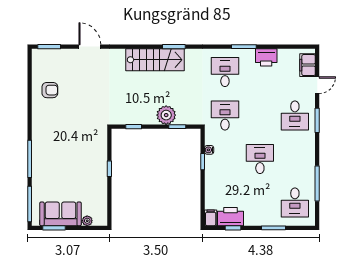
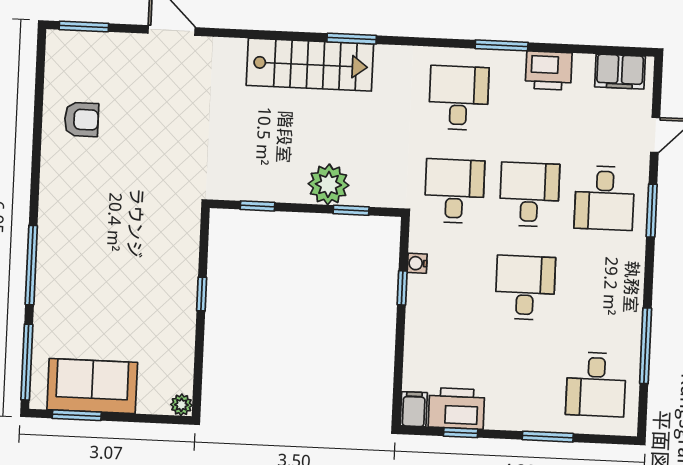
filing cabinet: (307, 65) -> (620, 72), moved, turned -90
desk: (260, 116) -> (529, 195), added
plant: (87, 221) -> (181, 405), moved

